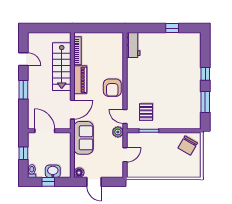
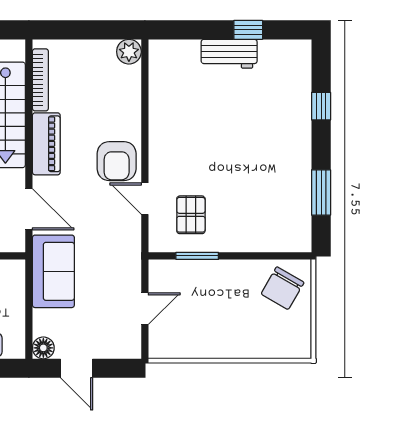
workbench: (133, 45) -> (229, 54), moved, turned 90
window: (205, 74) -> (321, 106), moved
door: (72, 110) -> (29, 209), hinge flipped
door: (125, 117) -> (145, 199), moved
plant: (118, 132) -> (129, 52), moved

